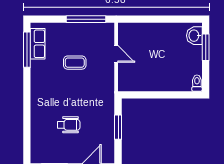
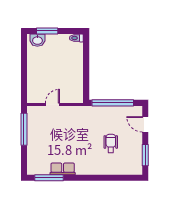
row of seats: (38, 44) -> (63, 169), moved
coffee table: (75, 63) -> (60, 138), removed
window: (118, 127) -> (113, 103), width x2.11

